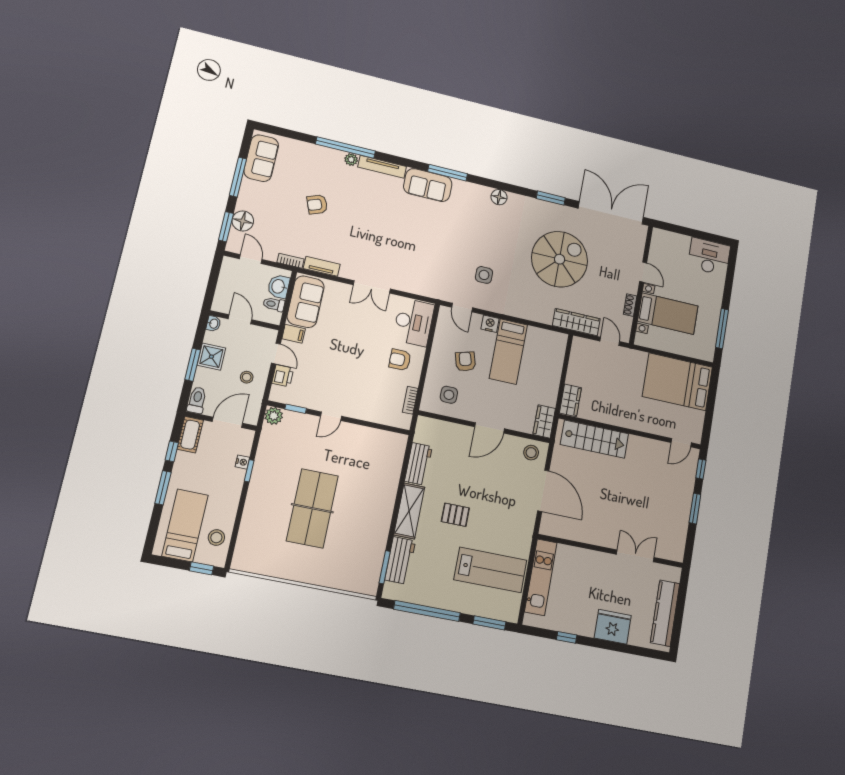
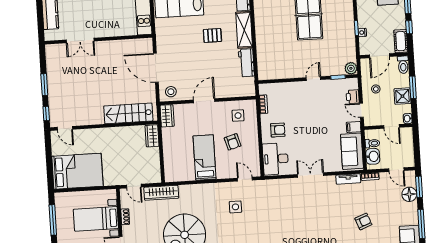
nightstand: (490, 324) -> (222, 173), removed
door: (681, 443) -> (65, 128), swing flipped

